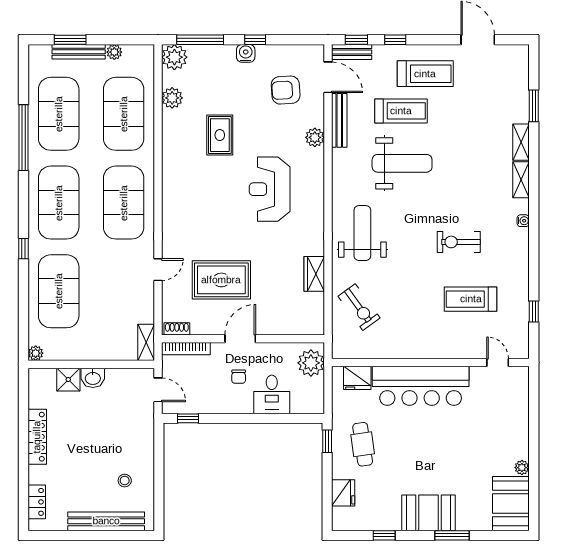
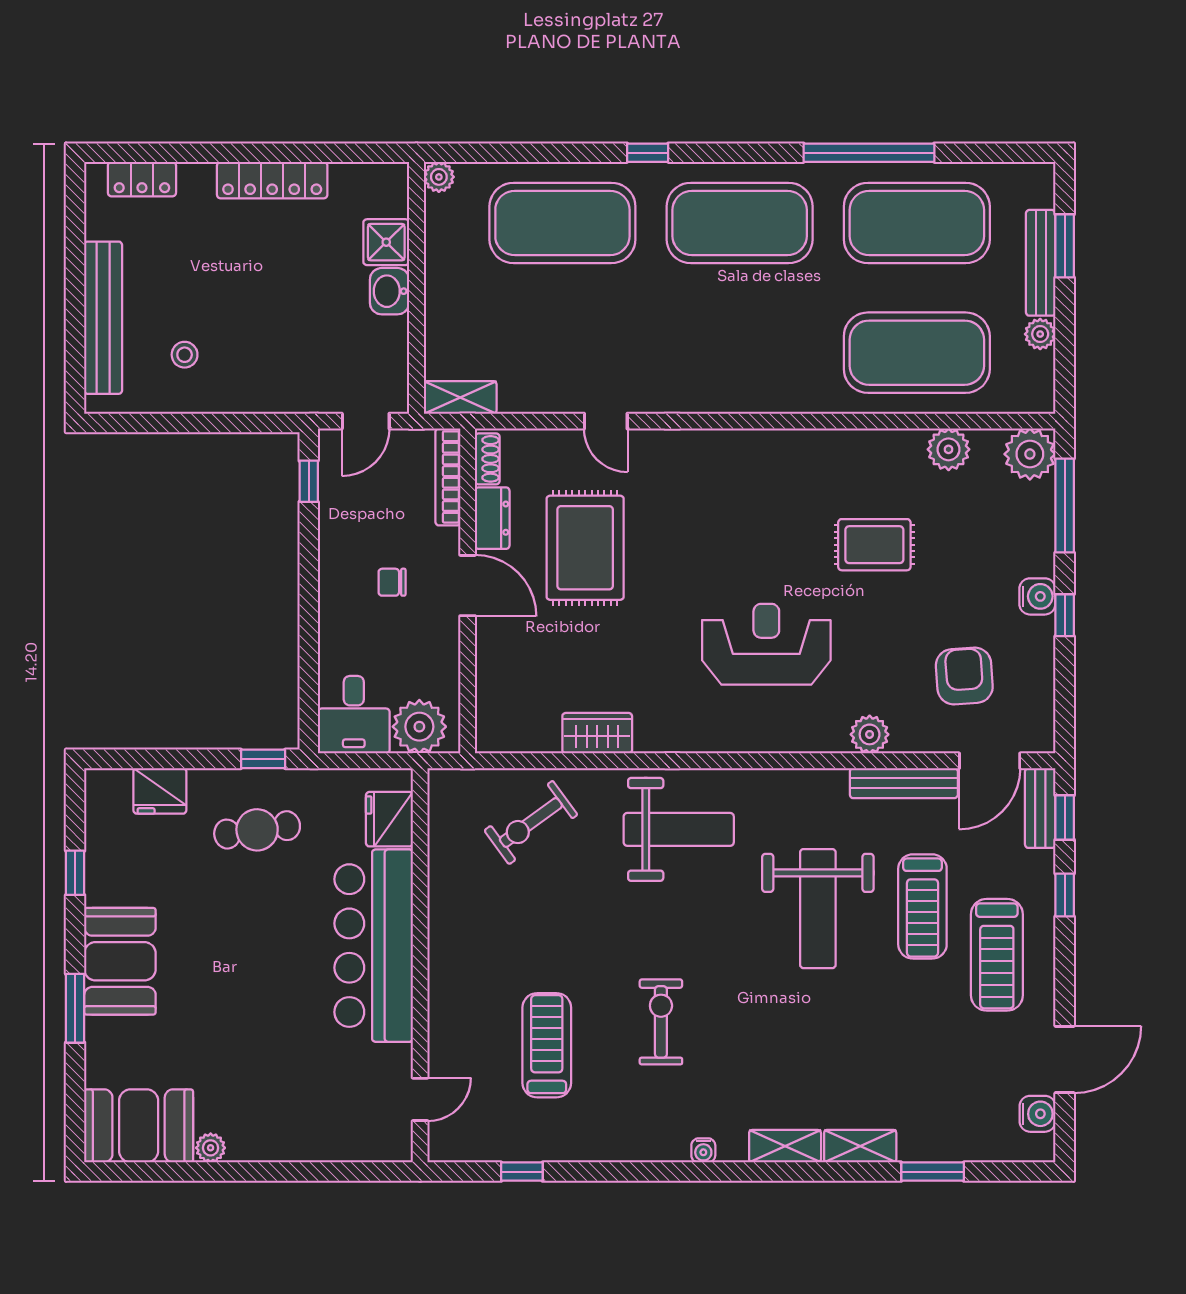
water cooler: (505, 53) -> (1038, 1114), added
exercise mat: (124, 203) -> (740, 353), removed
dresser: (207, 326) -> (492, 518), added
desk: (272, 394) -> (354, 715), moved, turned -90

